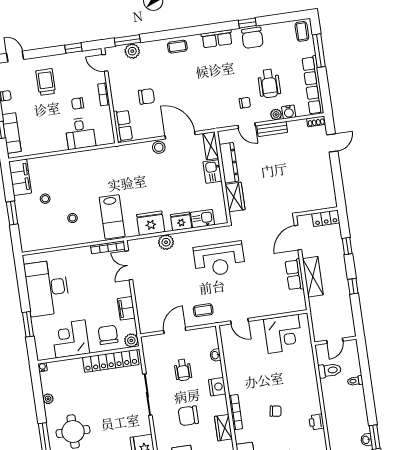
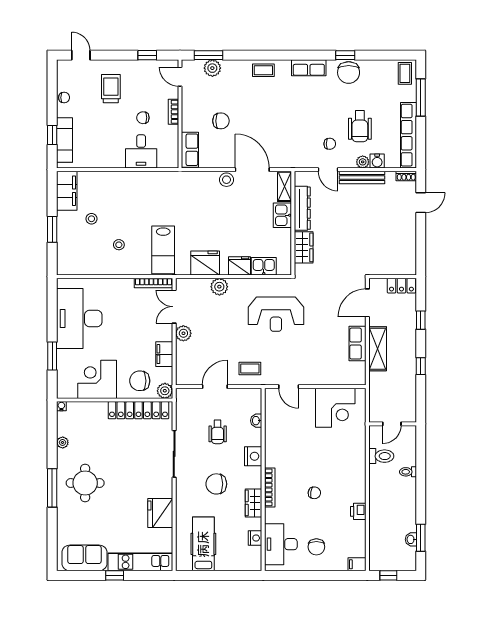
bench: (272, 129) -> (362, 177), width x1.36
plant: (140, 288) -> (183, 333), added
chair: (108, 335) -> (140, 381), turned -90

